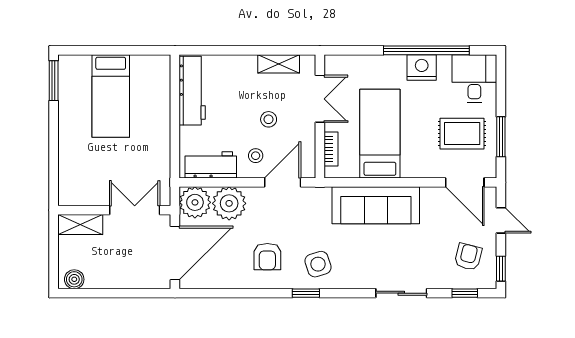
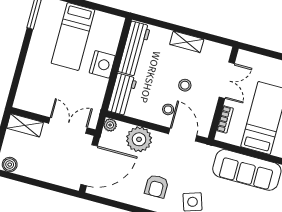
shelving: (279, 64) -> (187, 42), moved
nightstand: (157, 121) -> (102, 64), added
workbench: (211, 165) -> (122, 94), moved, turned 90
door: (283, 182) -> (183, 135), hinge flipped
plant: (195, 202) -> (110, 125), width x0.53, depth x0.53

